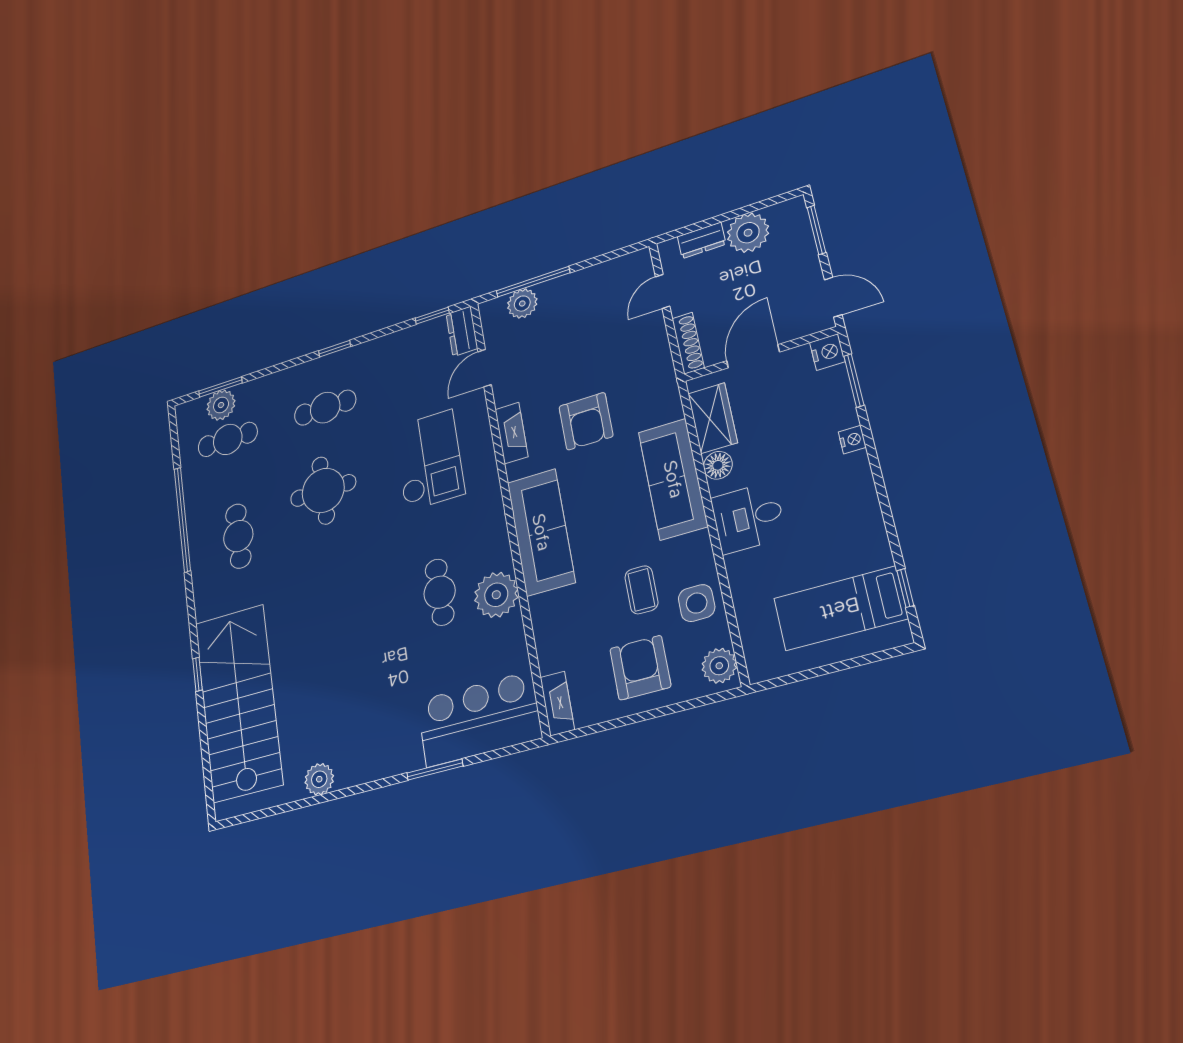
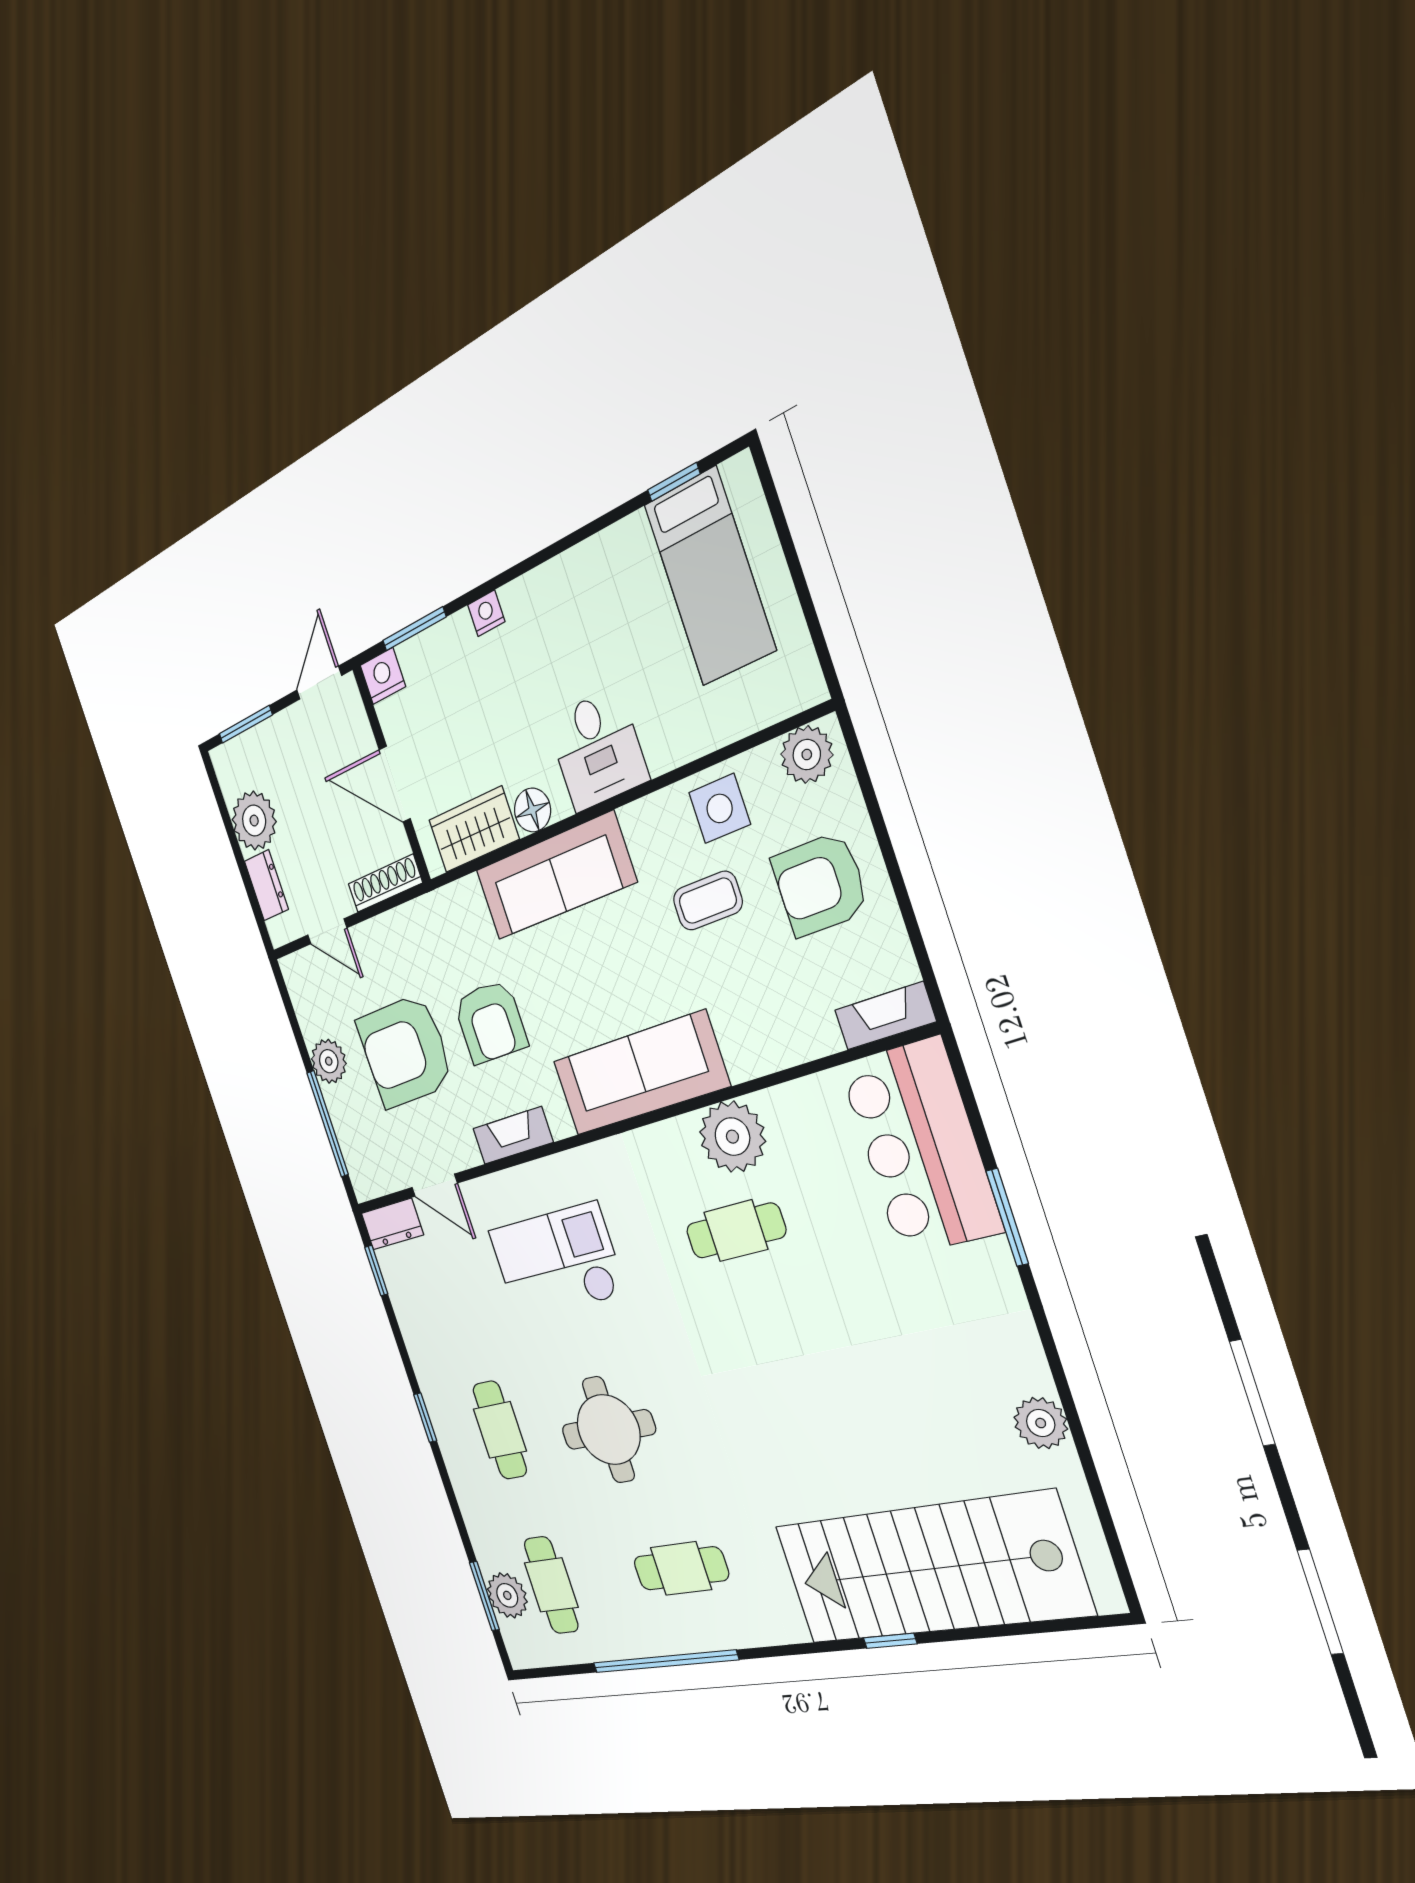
plant: (522, 304) -> (329, 1061), moved
armchair: (575, 351) -> (405, 1051), added
armchair: (586, 421) -> (490, 1022), turned 90

